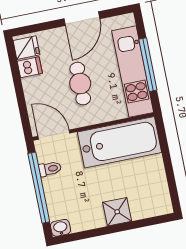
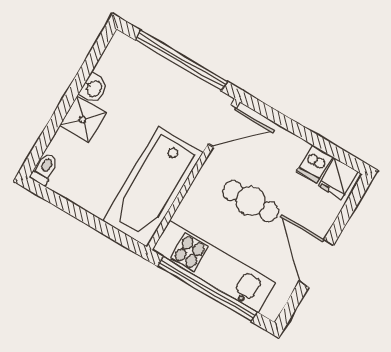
window: (148, 65) -> (207, 289), width x1.46
toilet: (50, 169) -> (44, 169), moved, turned 180
washbasin: (60, 228) -> (94, 88), moved

